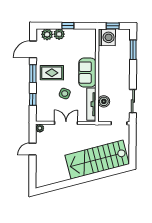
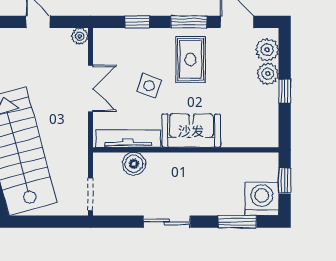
washing machine: (107, 37) -> (262, 199), moved, turned 180
sliding door: (133, 101) -> (167, 222), moved

